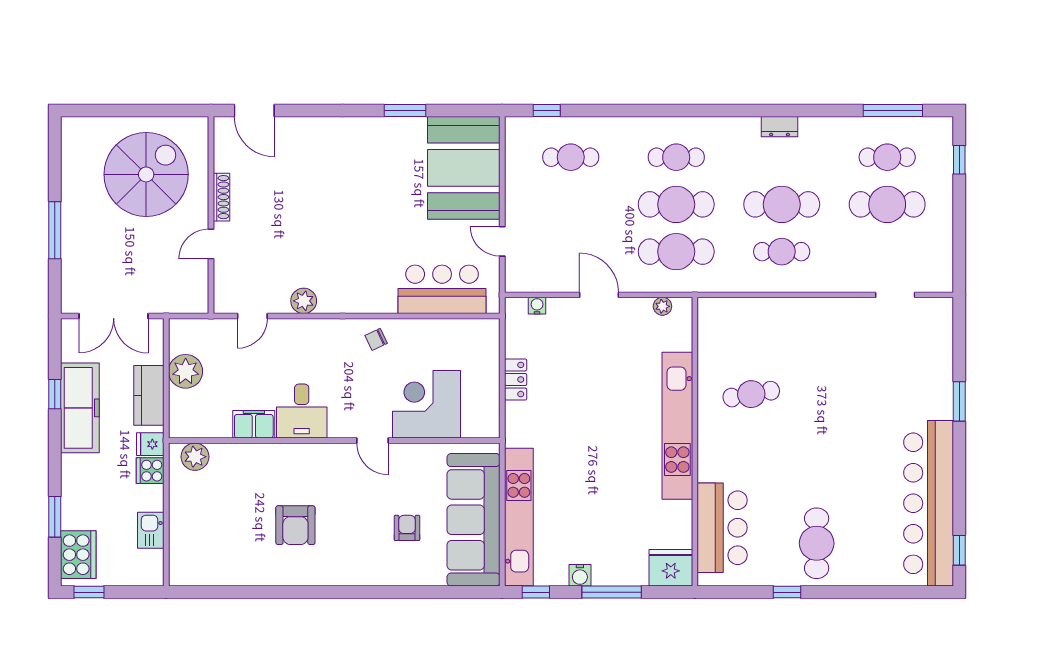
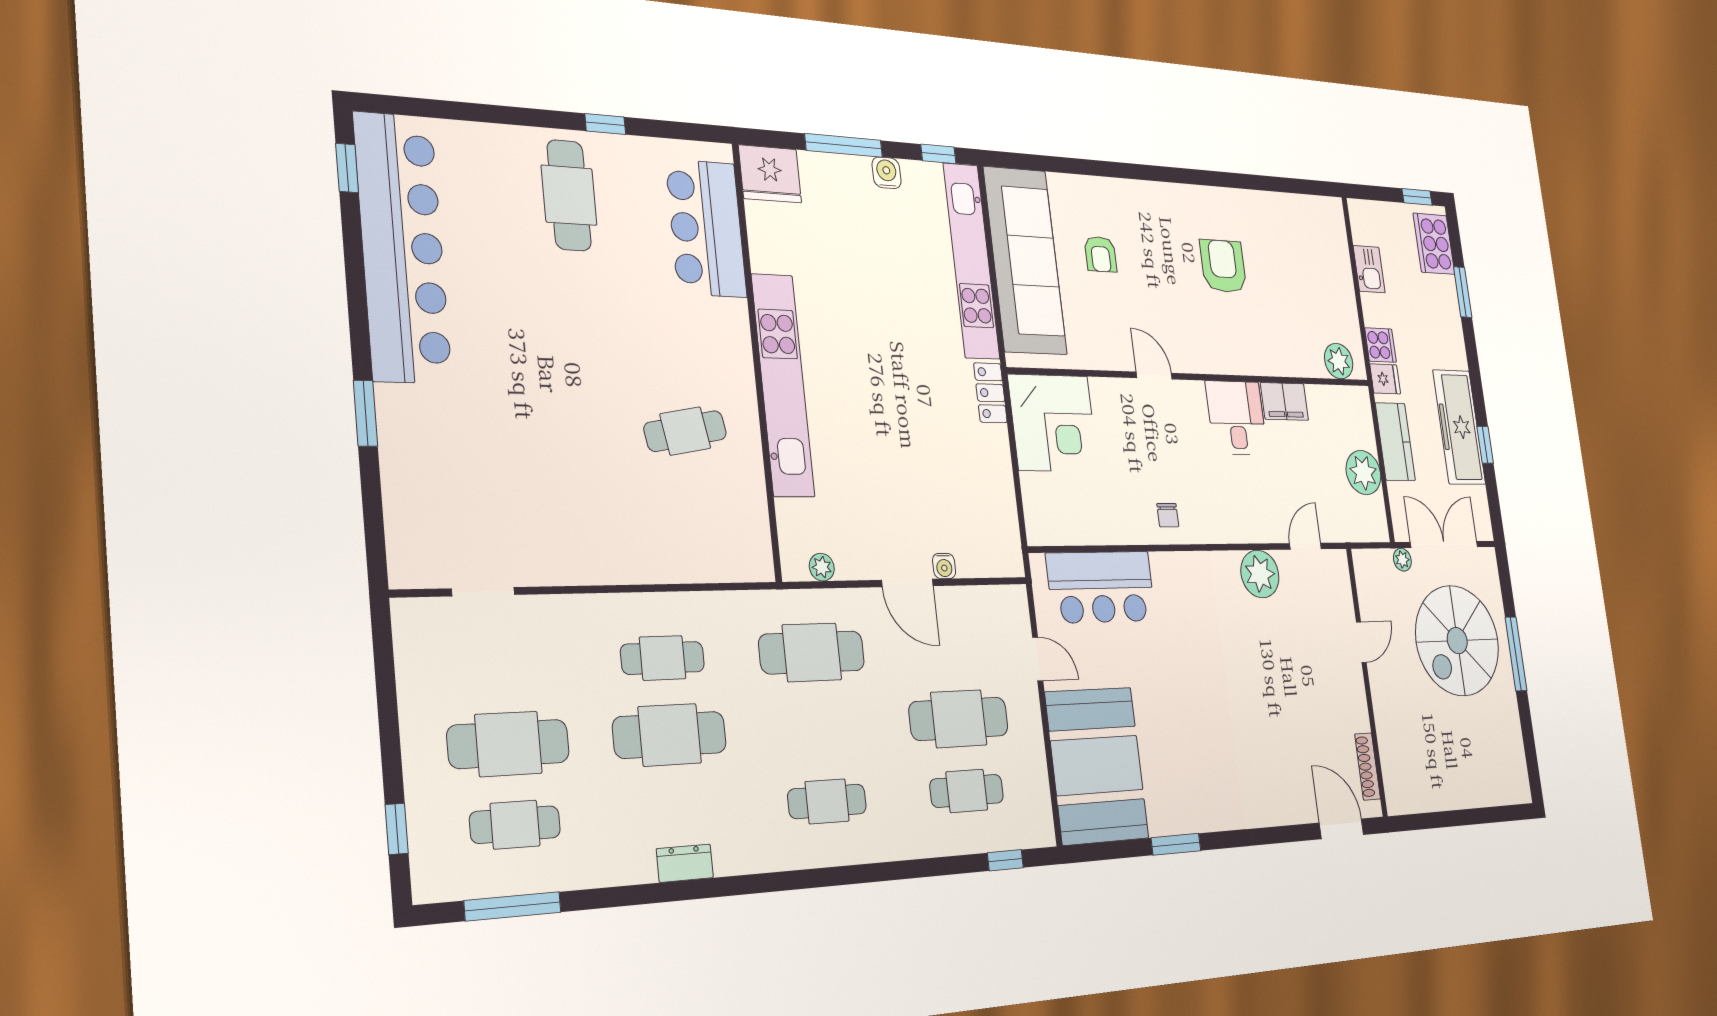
spiral stairs: (146, 174) -> (1457, 641), moved
shoe rack: (221, 197) -> (1368, 766), moved
cafe table: (676, 204) -> (959, 719), moved
plant: (304, 301) -> (1260, 574), width x1.36, depth x1.36
plant: (159, 305) -> (1402, 560), added
water cooler: (537, 306) -> (944, 566), moved
chair: (376, 339) -> (1168, 515), turned 115
locker: (516, 379) -> (990, 393), moved
corner desk: (426, 404) -> (1053, 423), moved

